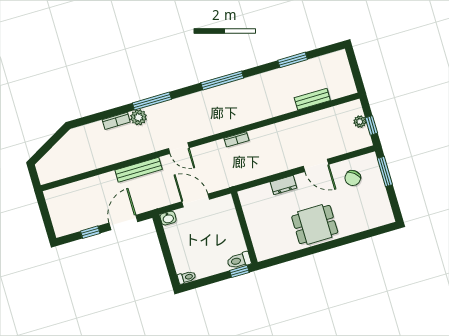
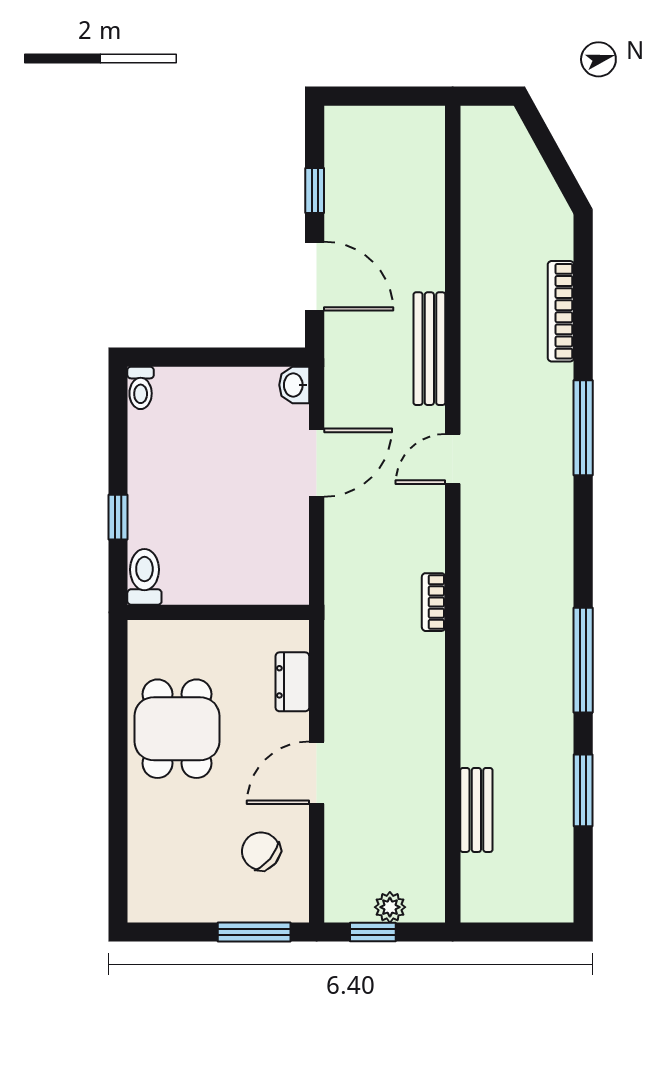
window: (222, 80) -> (583, 660), moved
plant: (139, 117) -> (554, 385), removed
bookcase: (116, 121) -> (561, 311), width x1.56
wall: (244, 228) -> (218, 612), moved
toilet: (239, 260) -> (144, 577), moved

